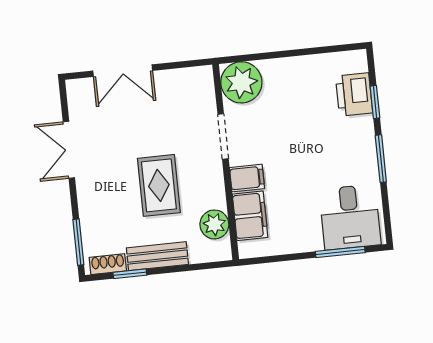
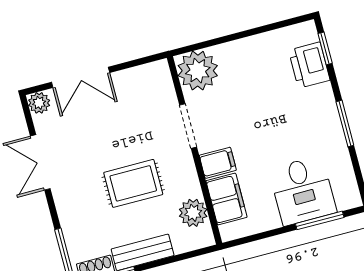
plant: (77, 90) -> (39, 103), added
window: (375, 102) -> (325, 48), moved
rug: (159, 185) -> (133, 183), turned 90
desk: (350, 217) -> (303, 191), moved

